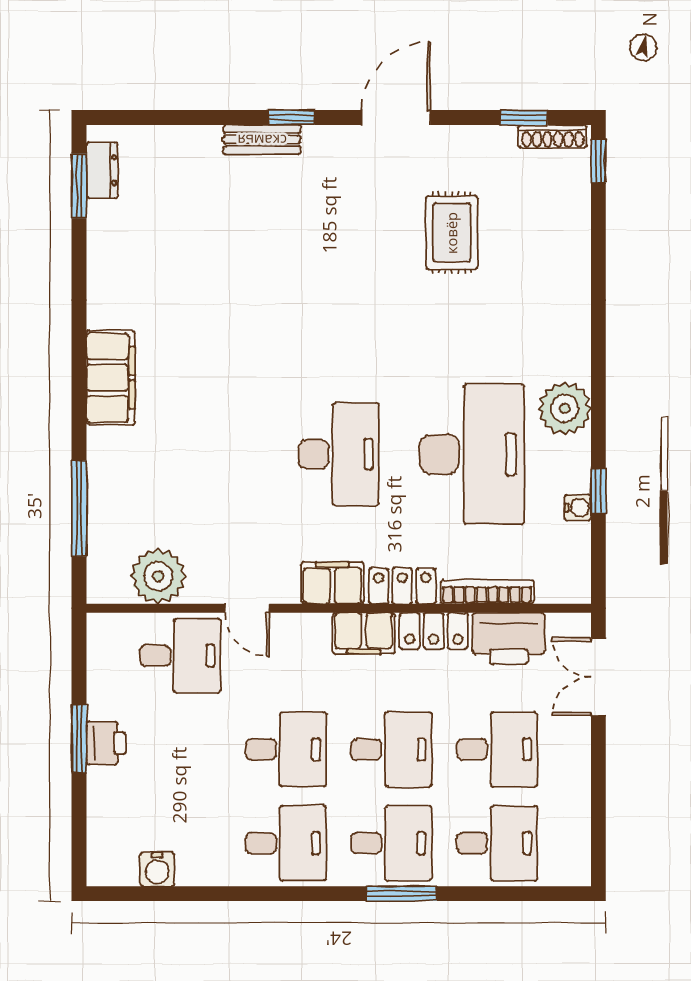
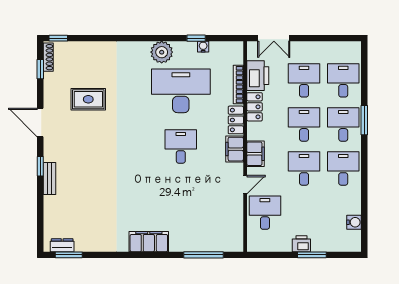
desk: (339, 454) -> (181, 146), width x0.73
plant: (158, 576) -> (232, 222), removed
filing cabinet: (364, 633) -> (256, 154), moved
window: (79, 738) -> (312, 255), moved

